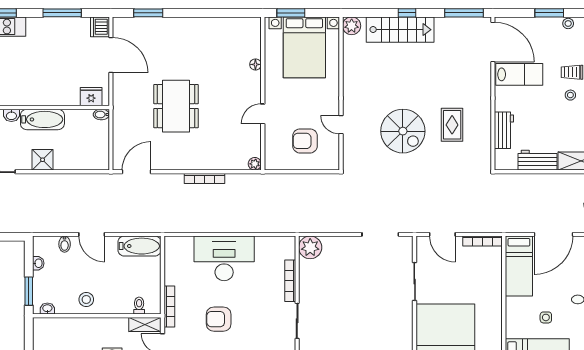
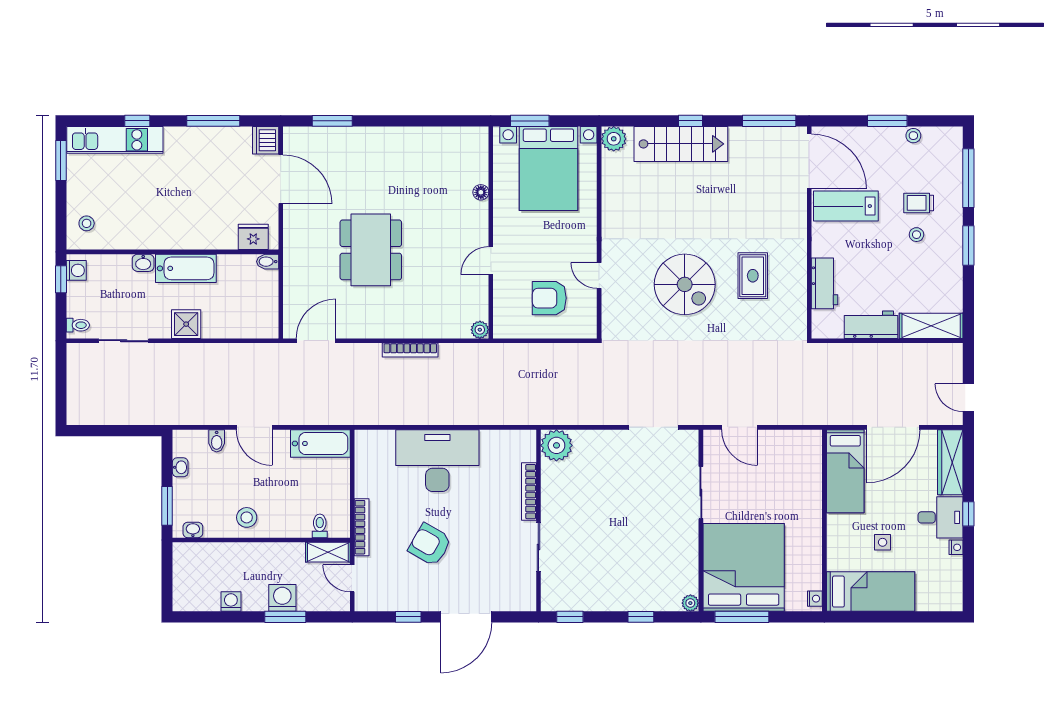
lab bench: (519, 74) -> (846, 206), turned 180
bookcase: (482, 241) -> (795, 436), removed
armchair: (219, 319) -> (430, 545), turned 30

